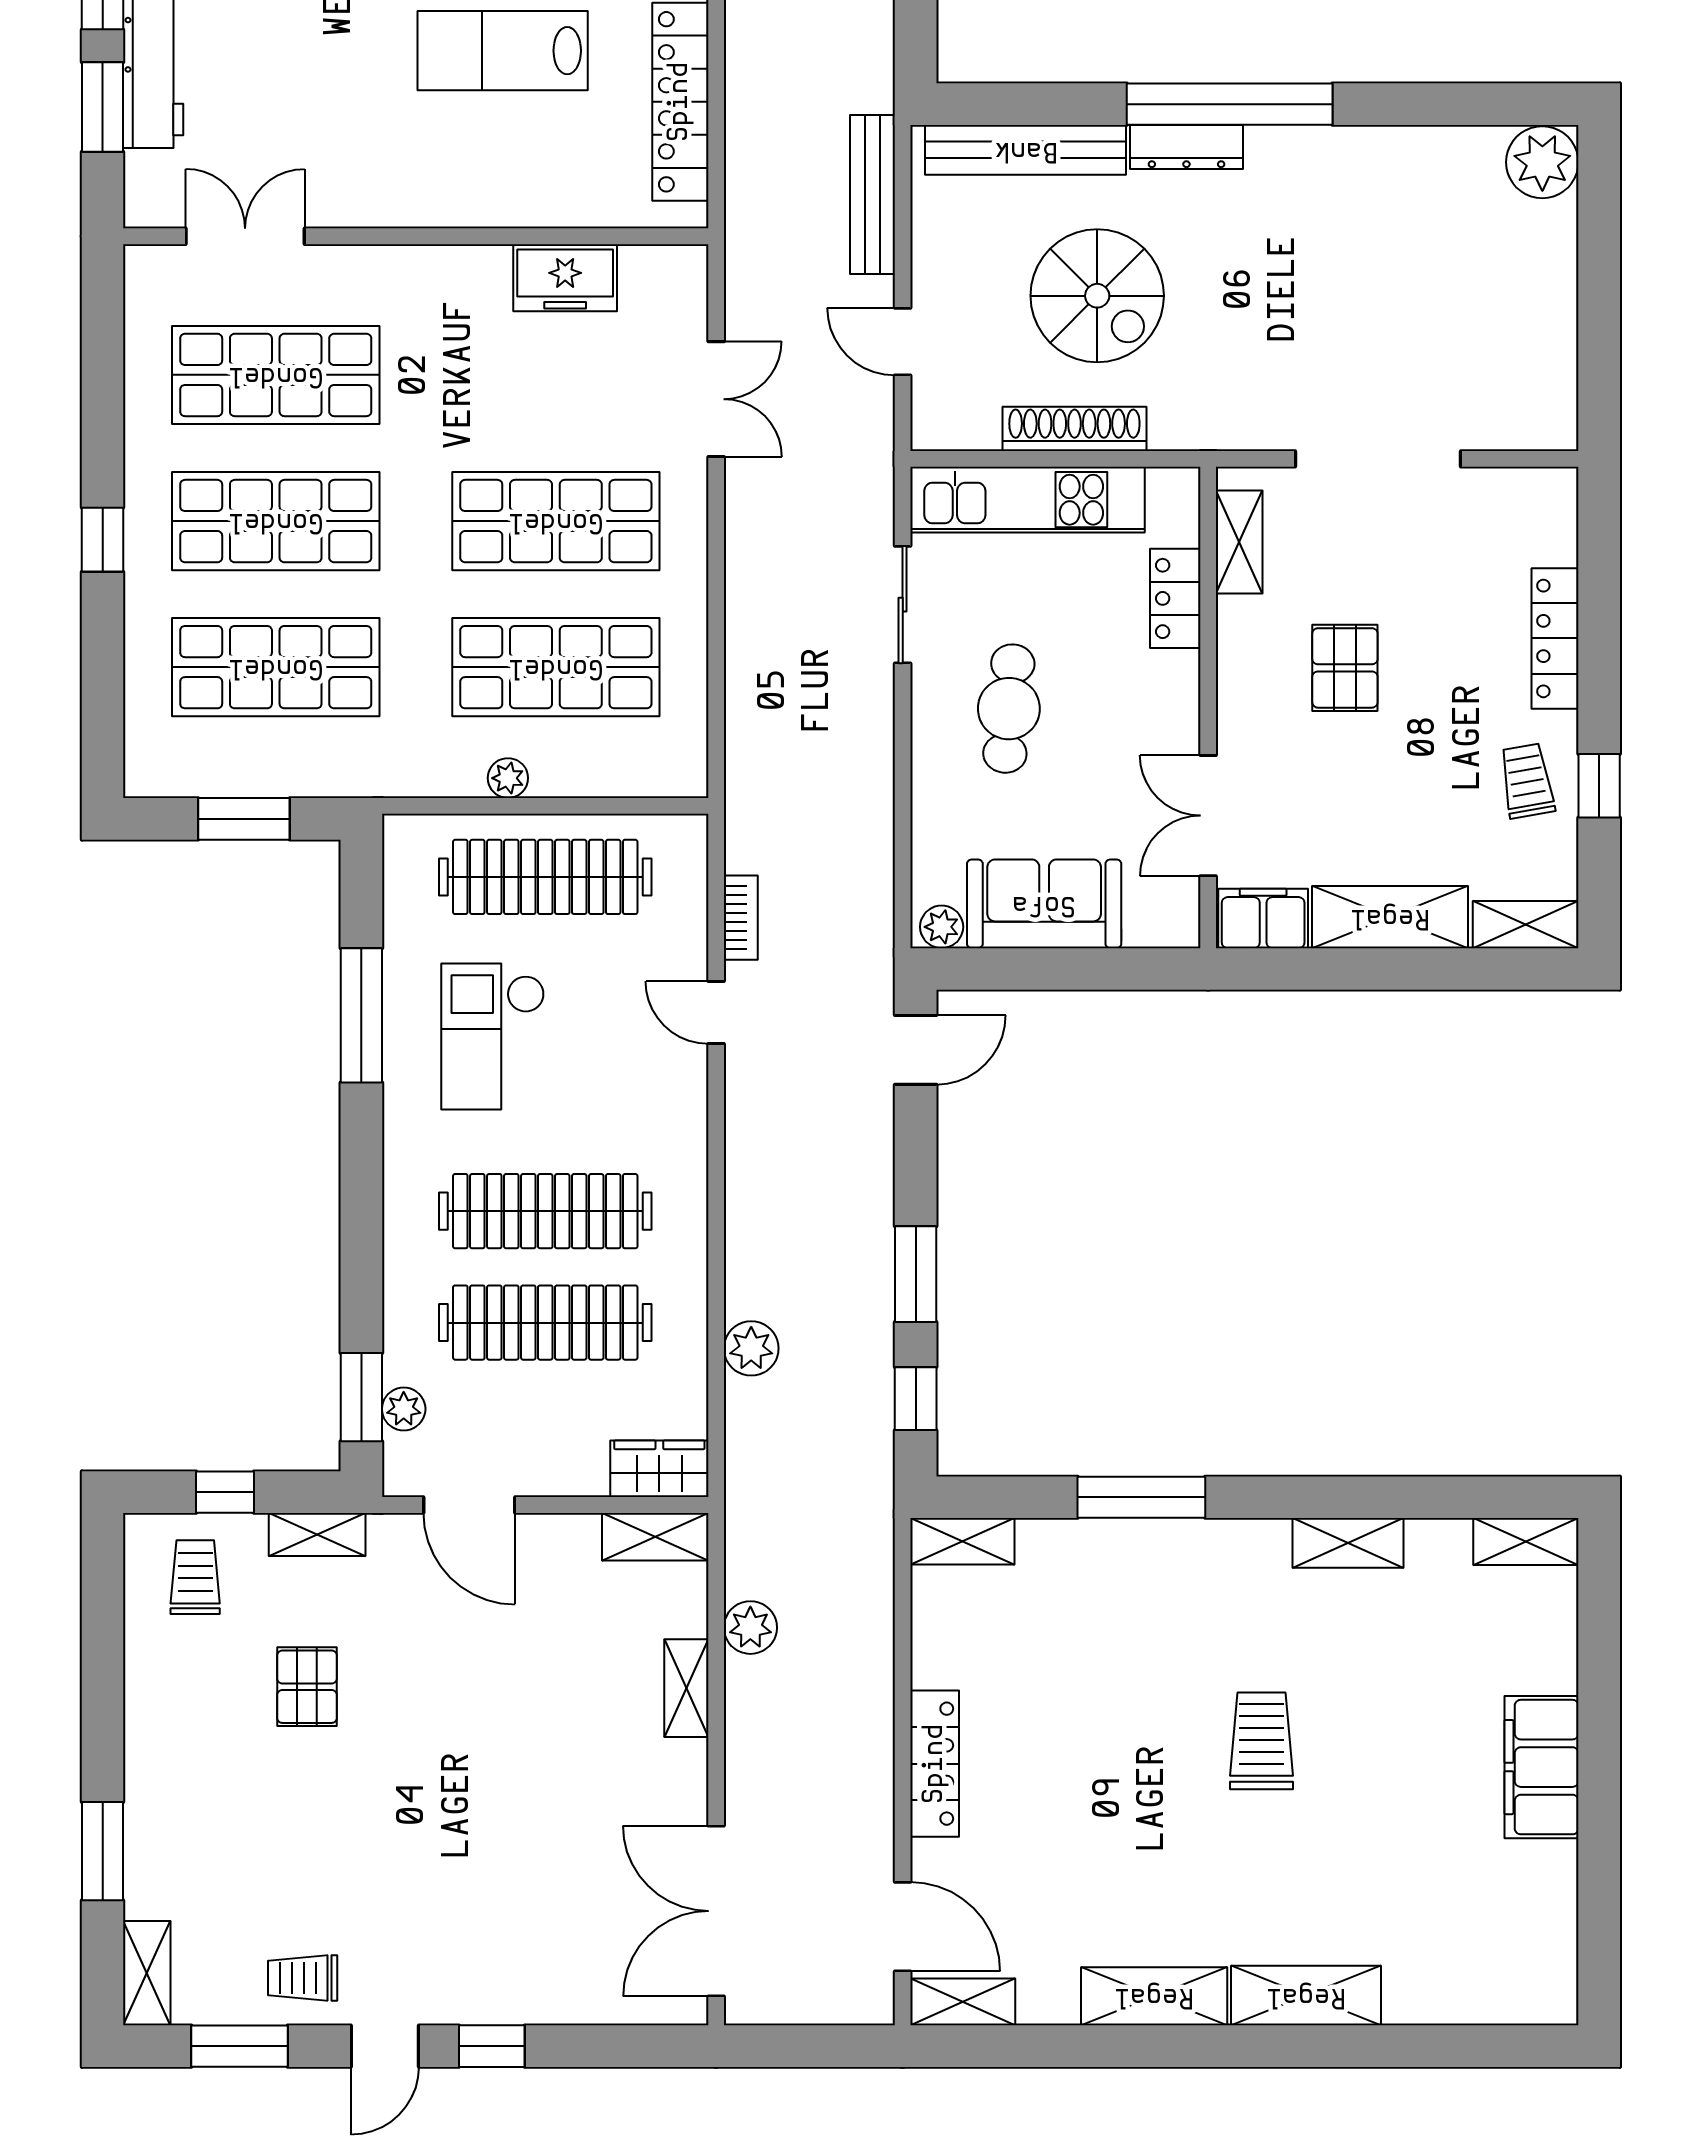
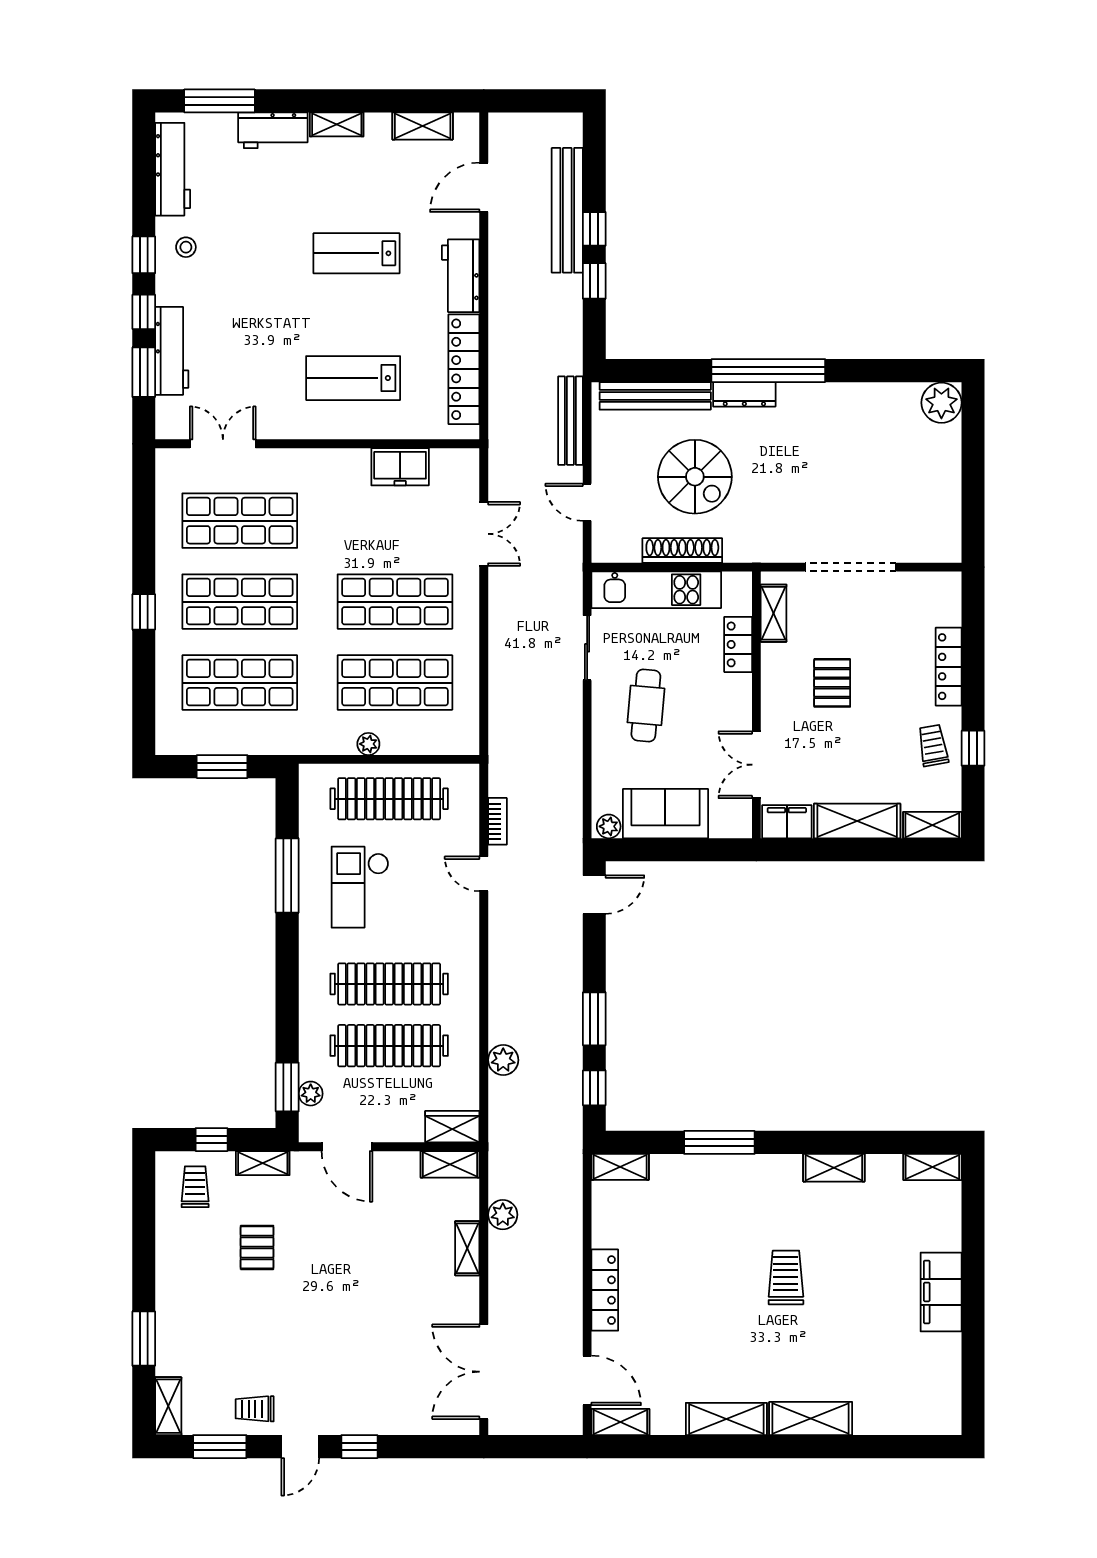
lab bench: (503, 51) -> (353, 378), moved

